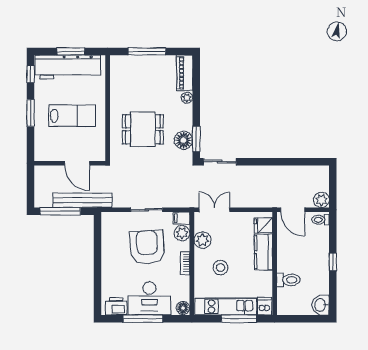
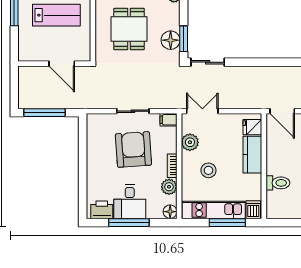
dining table: (143, 129) -> (129, 29), turned 90
bench: (82, 200) -> (67, 102), removed
plant: (182, 233) -> (169, 187), moved
desk: (149, 298) -> (130, 202), width x0.73

